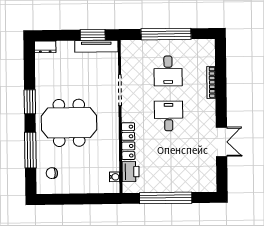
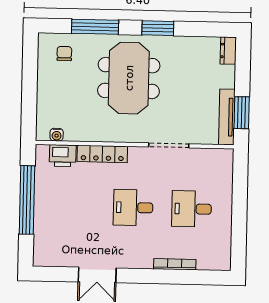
window: (166, 34) -> (239, 208), removed
desk: (169, 116) -> (133, 208), turned 180

